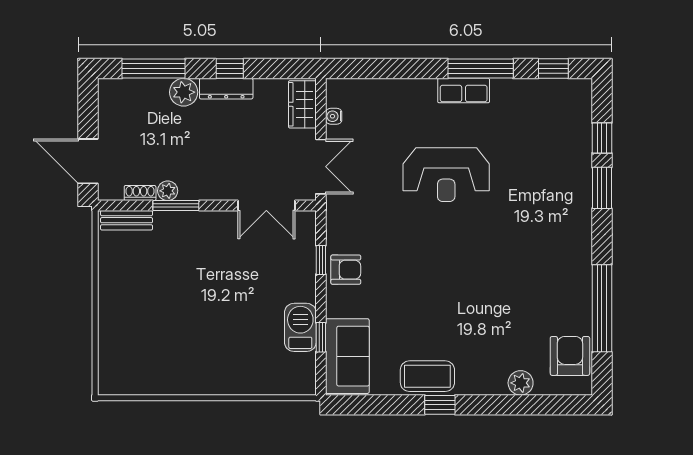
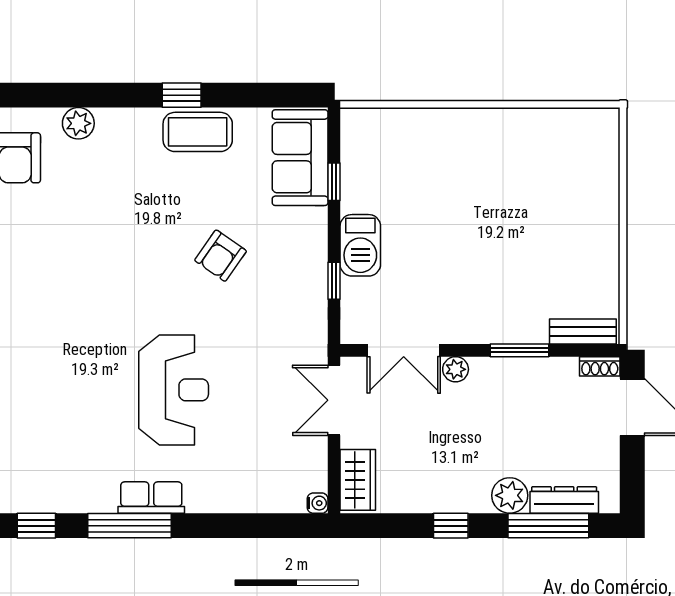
dresser: (226, 89) -> (564, 500), moved
water cooler: (334, 116) -> (318, 503), moved
reception desk: (446, 175) -> (174, 390), turned 90
plant: (168, 191) -> (456, 369), moved
shoe rack: (140, 193) -> (600, 366), moved
double door: (266, 206) -> (404, 350), swing flipped
armchair: (346, 270) -> (221, 256), moved, turned -55
barbecue: (300, 327) -> (360, 245), moved

